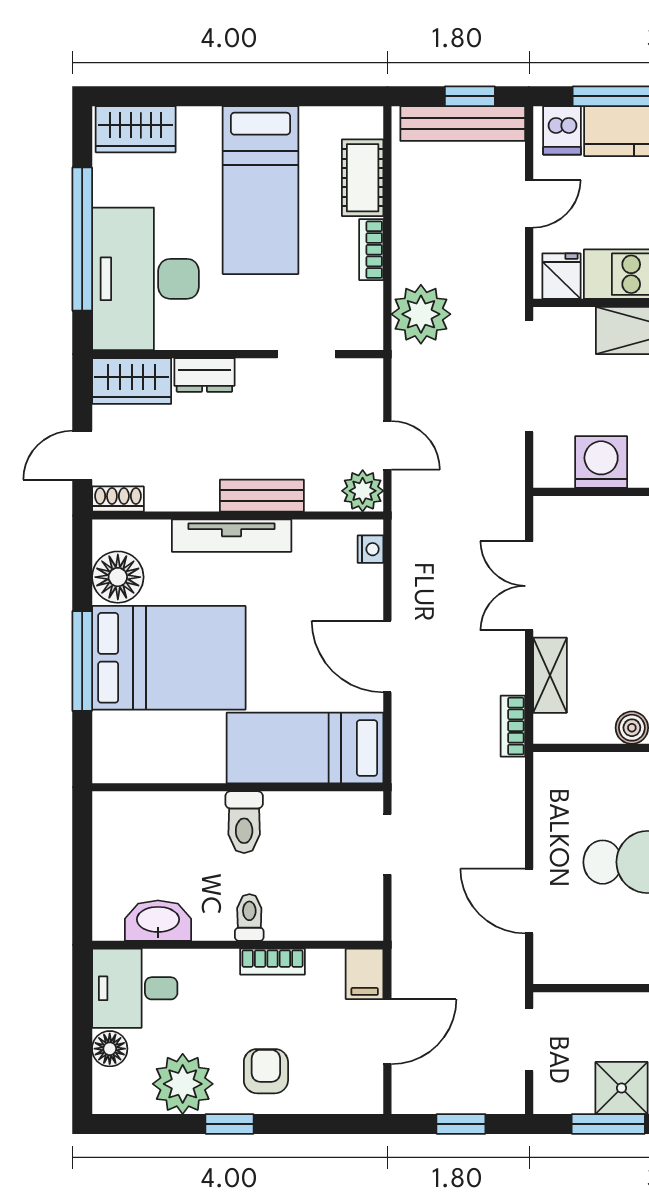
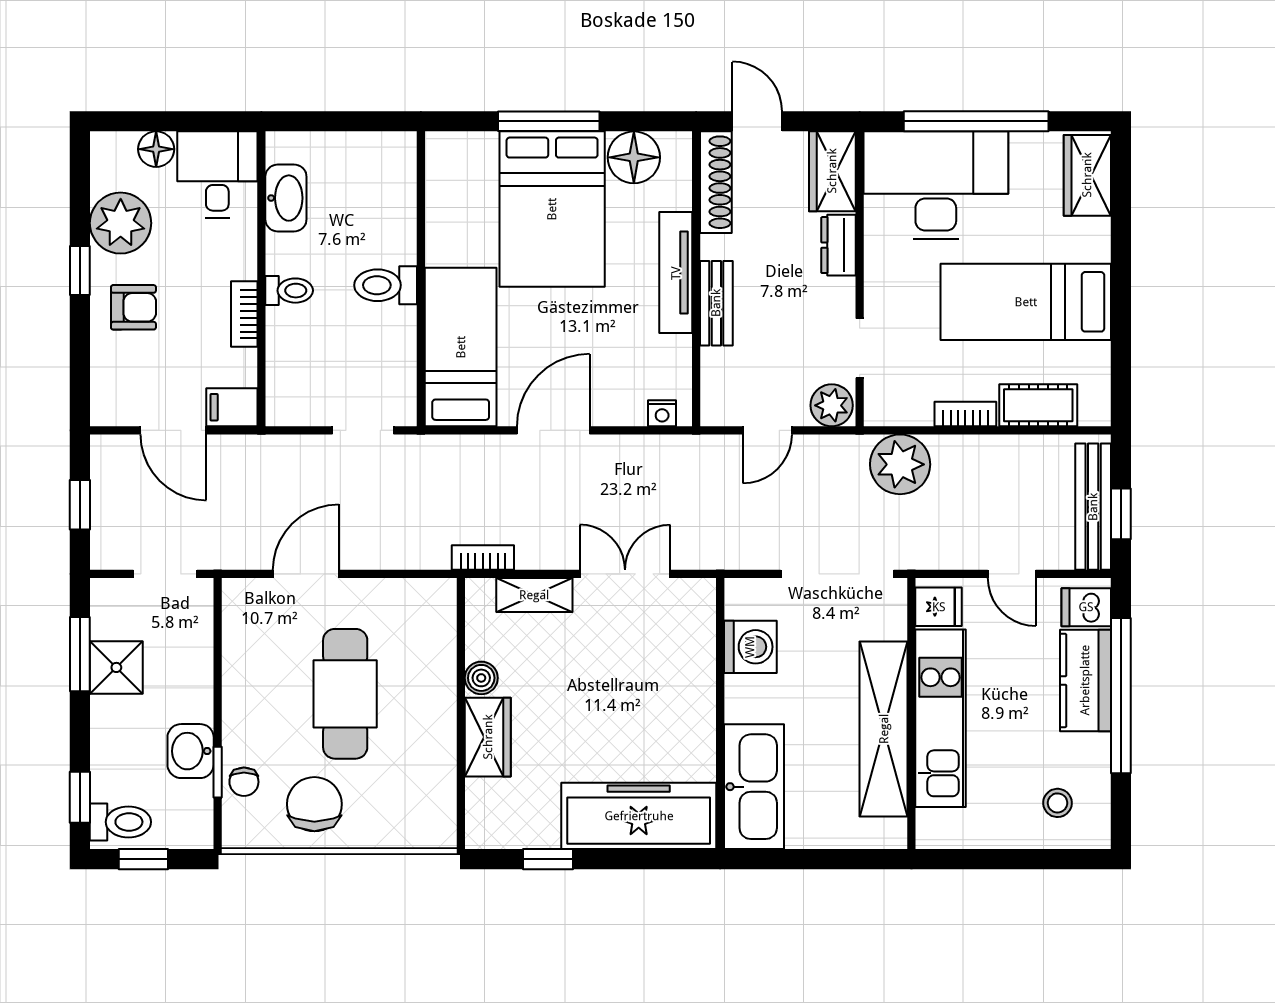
plant: (363, 491) -> (832, 405), moved
shoe rack: (118, 499) -> (716, 182), width x1.94, depth x1.24

